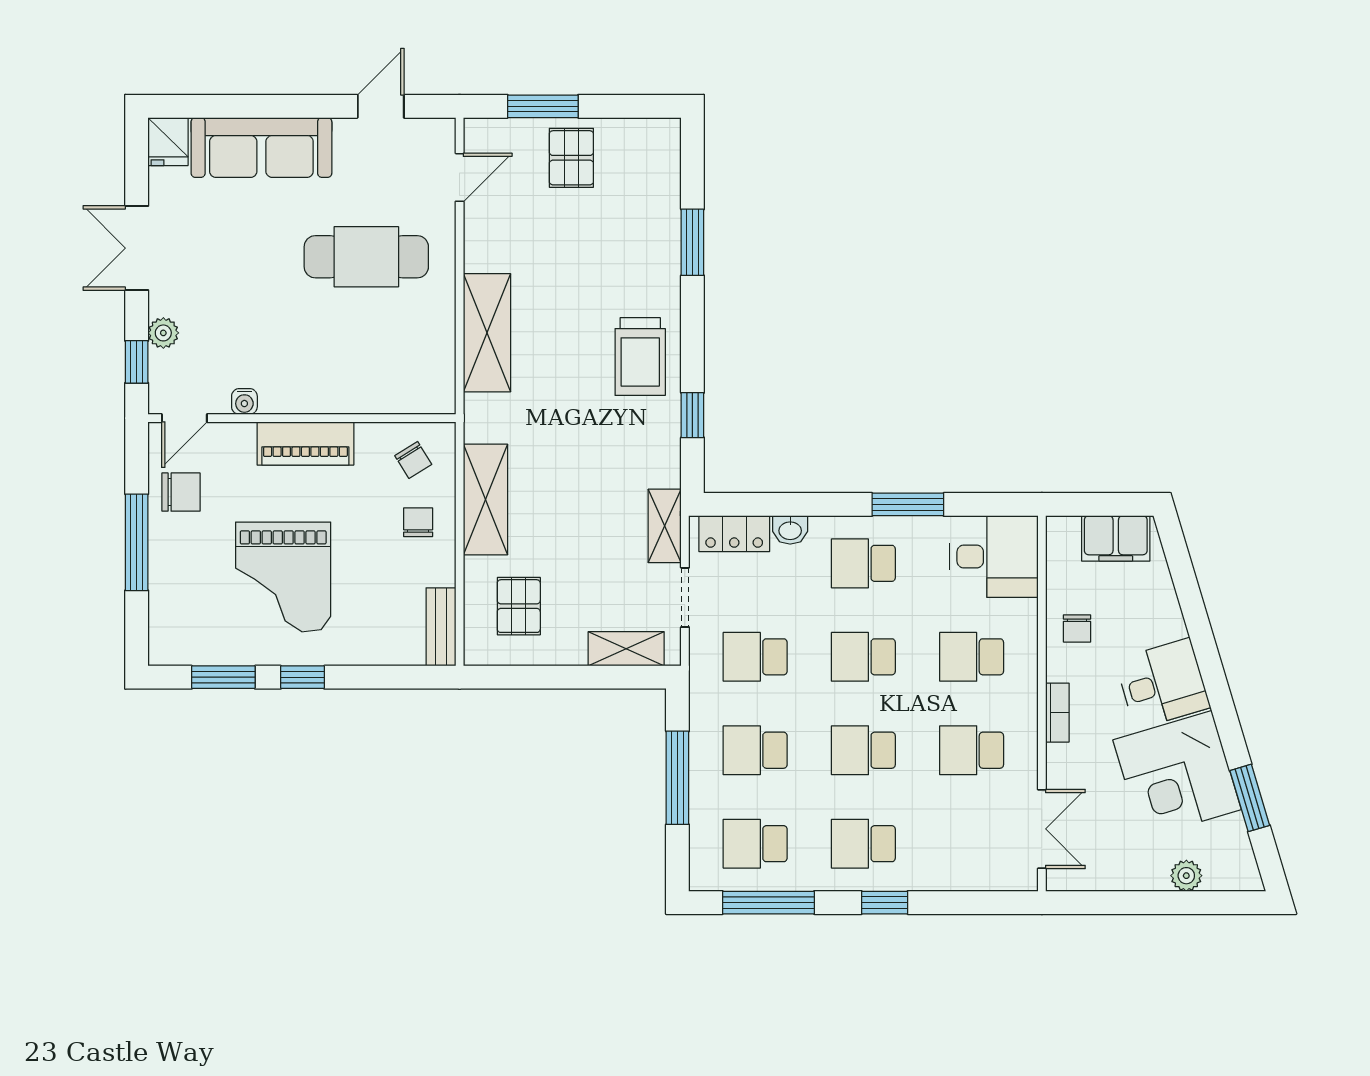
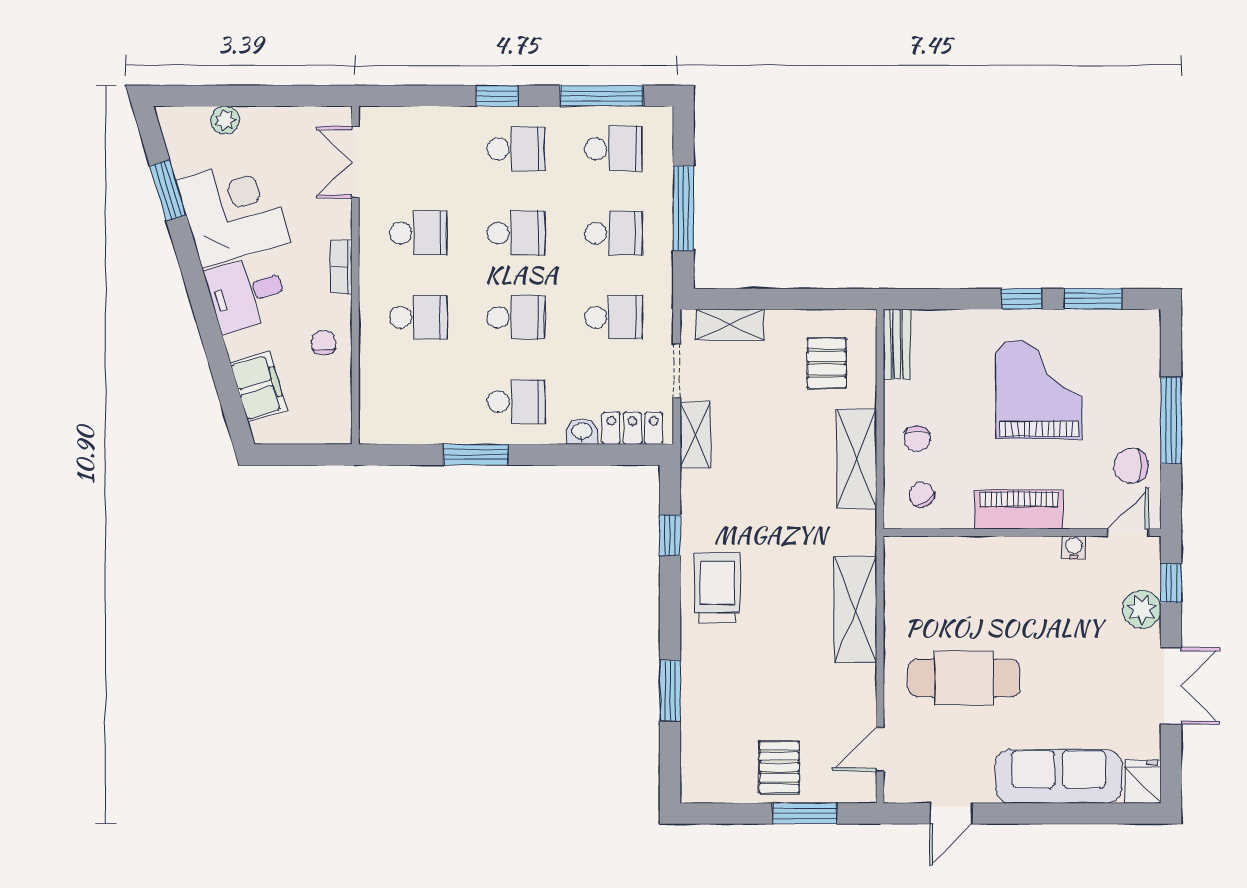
plant: (163, 333) -> (1142, 609), width x1.38, depth x1.38
filing cabinet: (1116, 538) -> (258, 387), moved, turned 73
desk: (994, 557) -> (398, 408), removed

